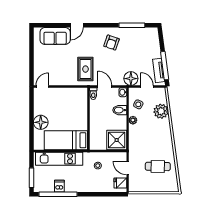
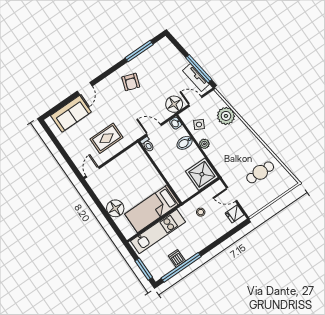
rug: (85, 69) -> (107, 138), moved, turned 90

